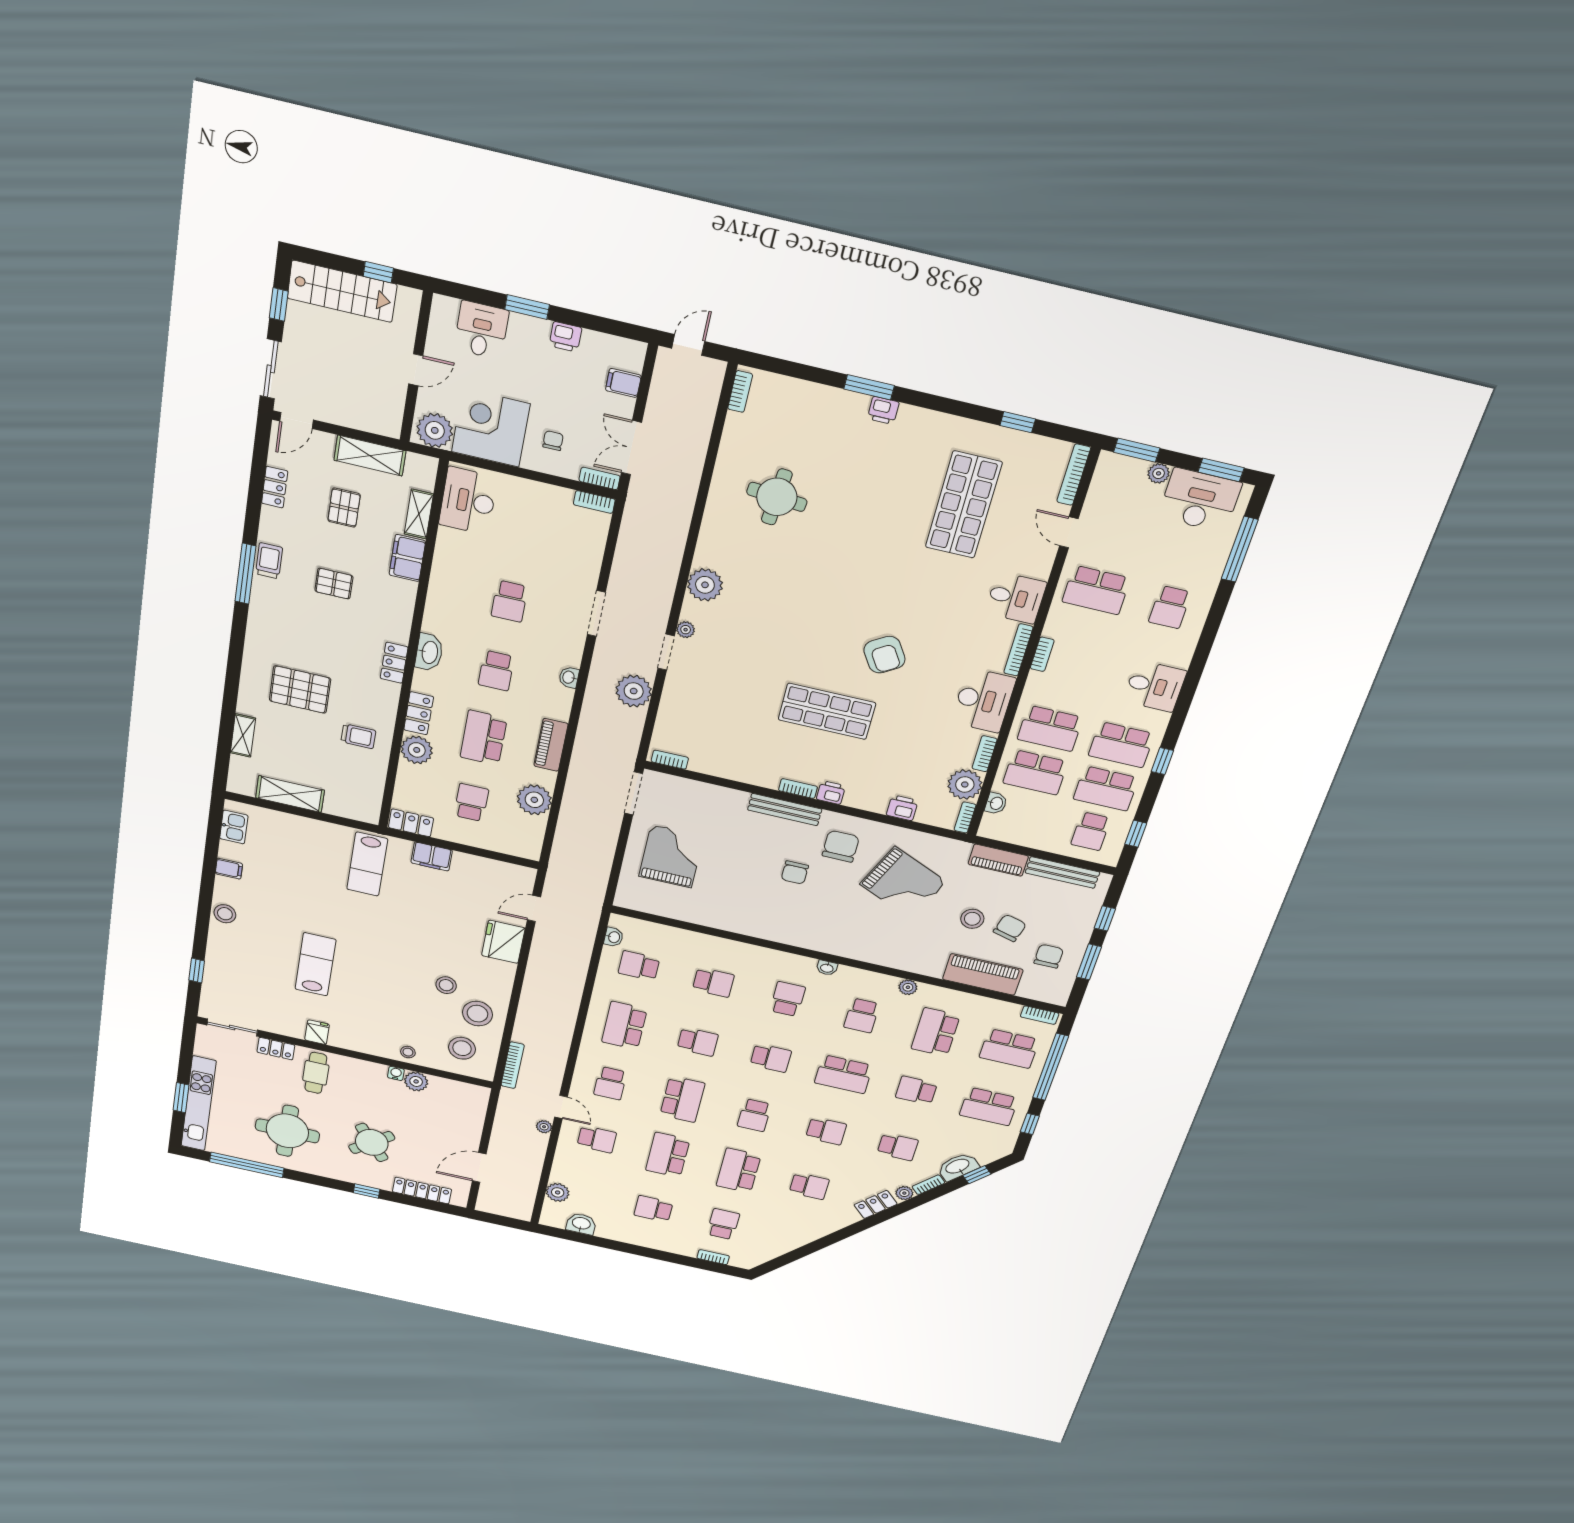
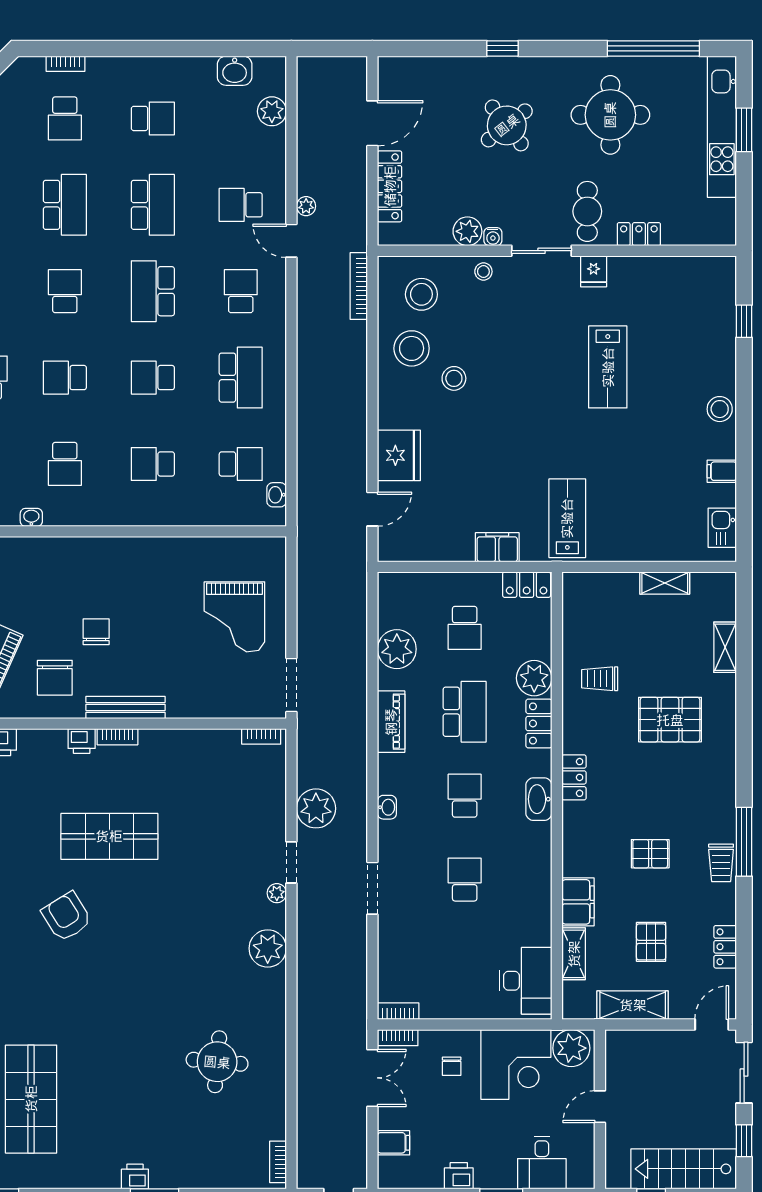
shelving: (290, 794) -> (665, 583), width x0.67, depth x0.75
sliding door: (232, 1028) -> (542, 251), moved
locker: (422, 1191) -> (390, 186), moved, turned -90

